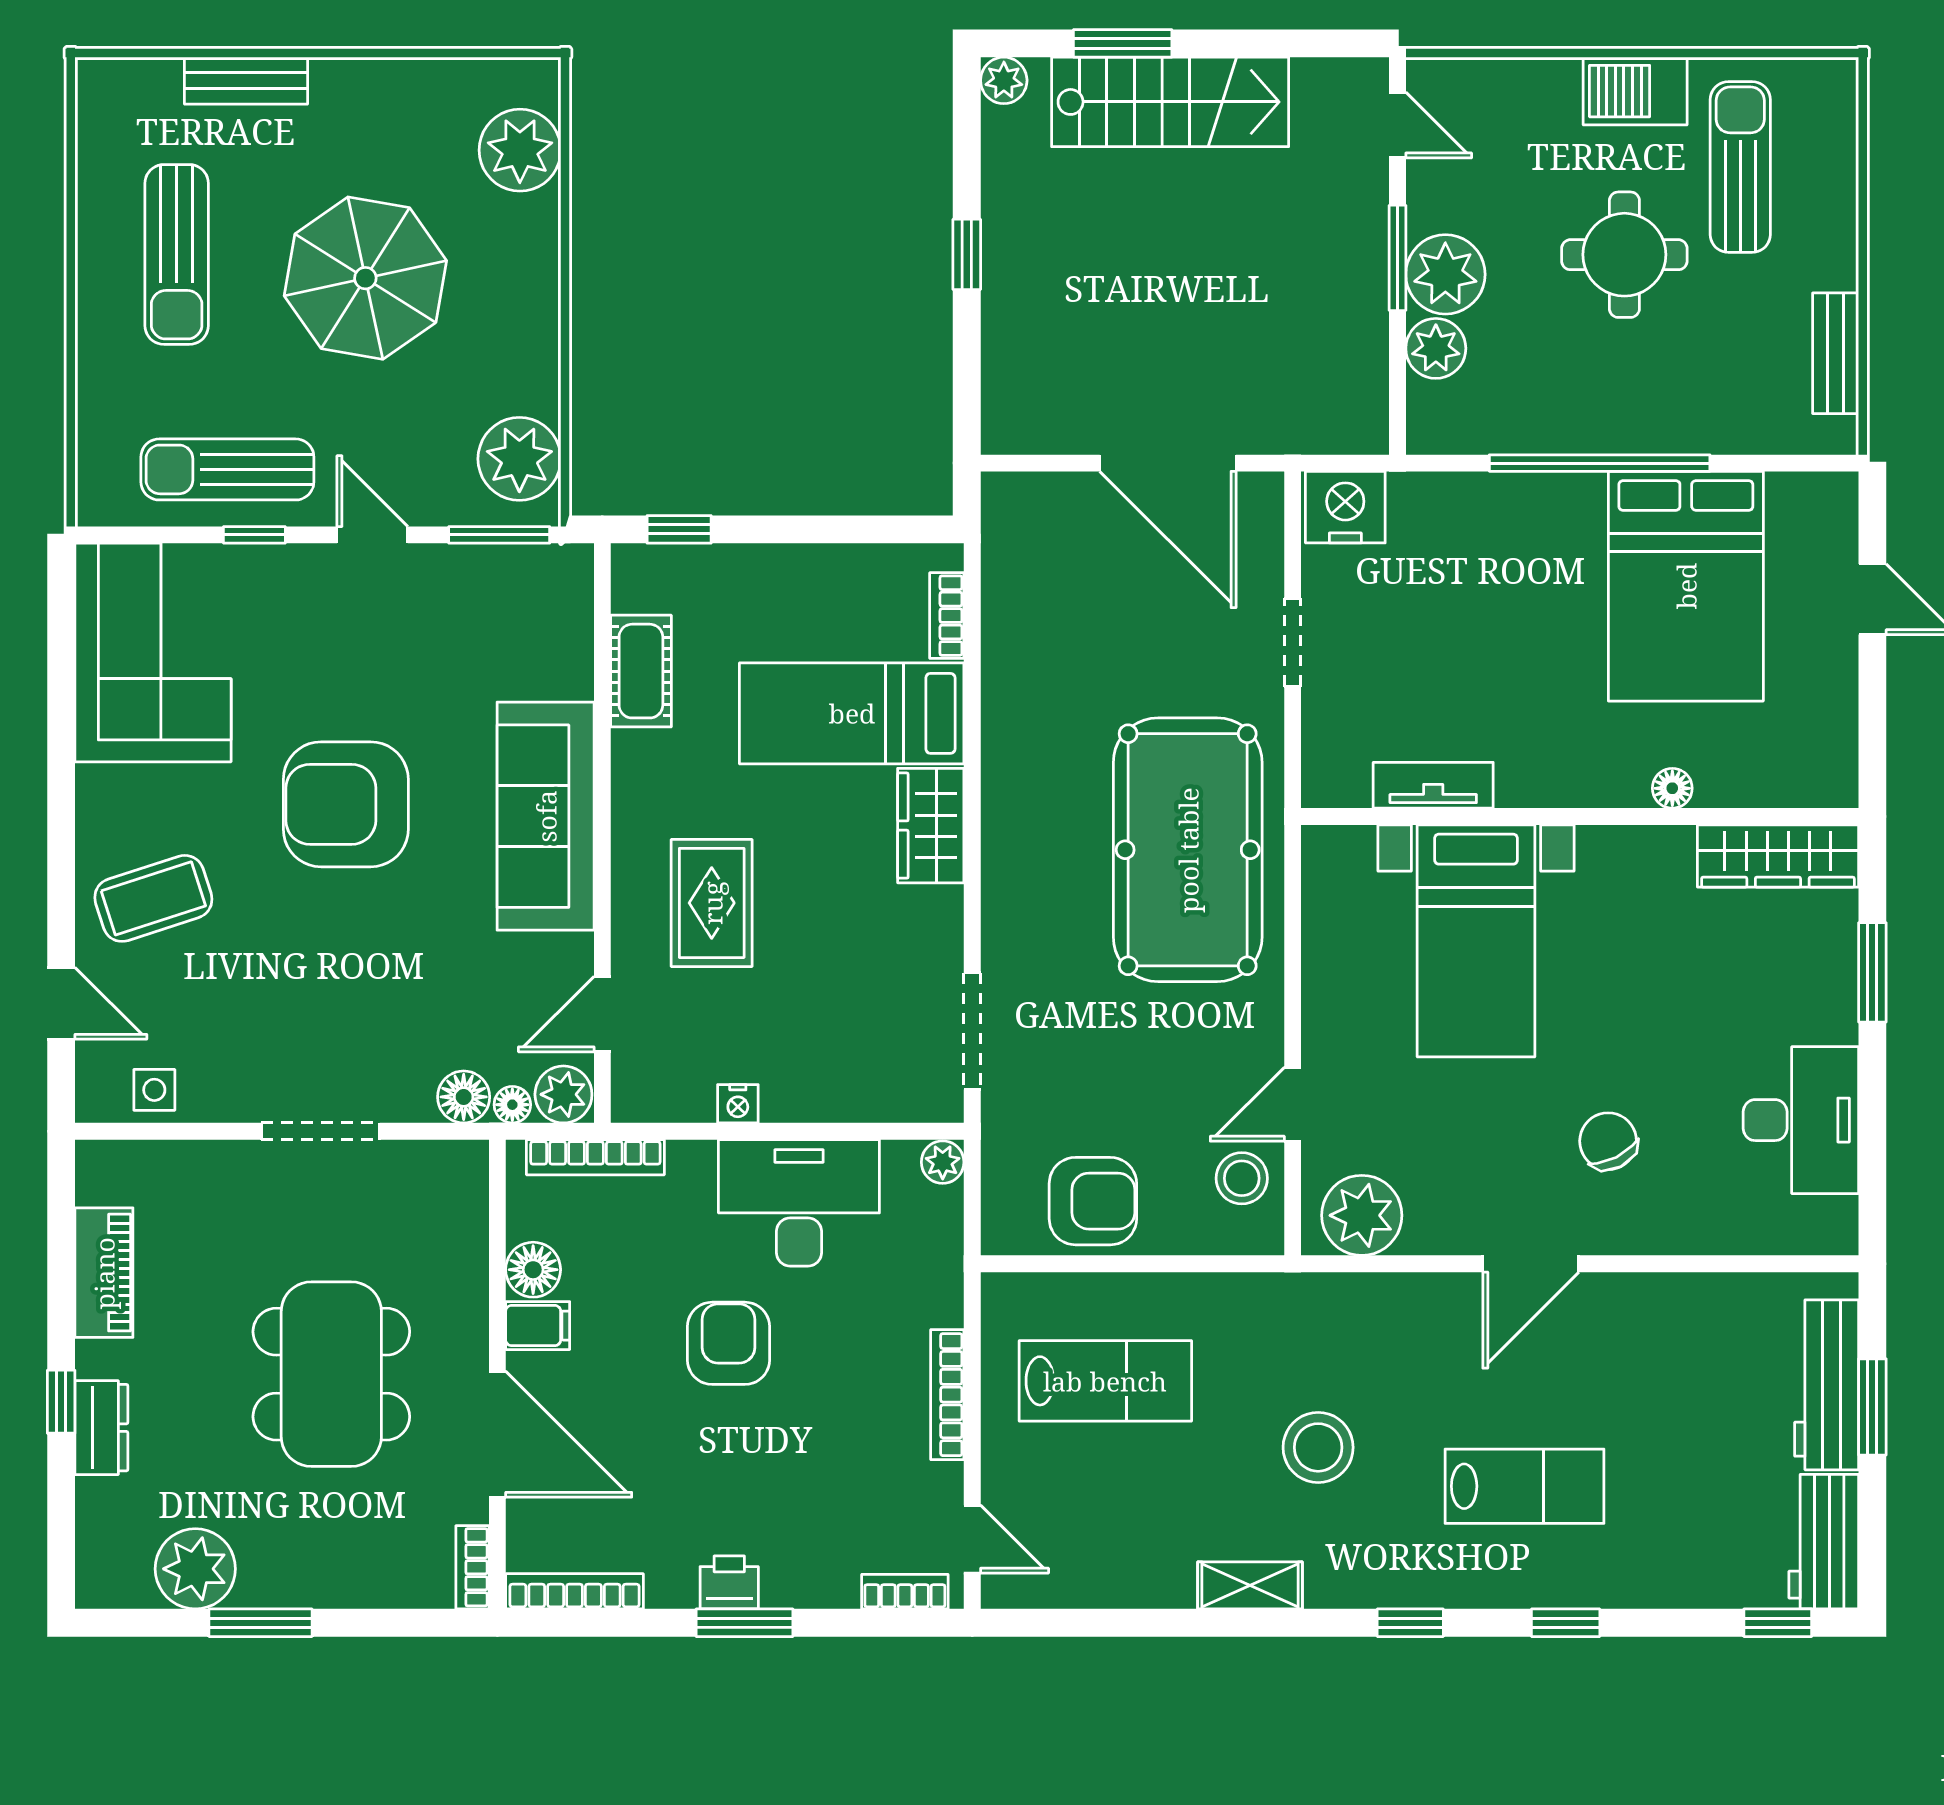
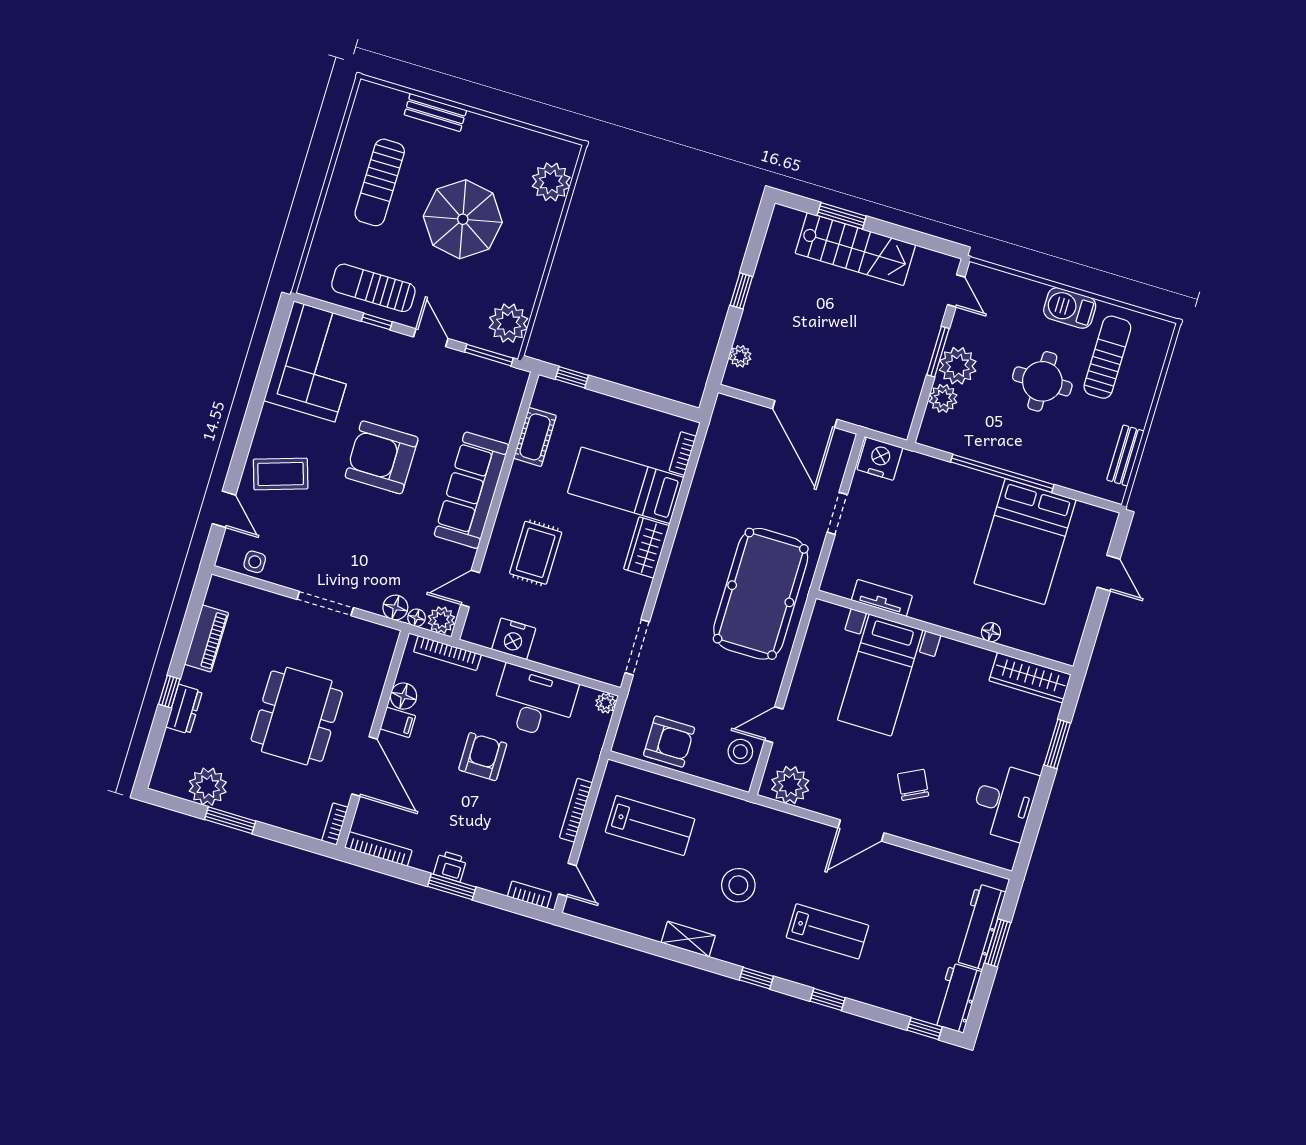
plant: (1004, 80) -> (740, 356), moved
nightstand: (738, 1104) -> (514, 639), width x1.89, depth x1.79

